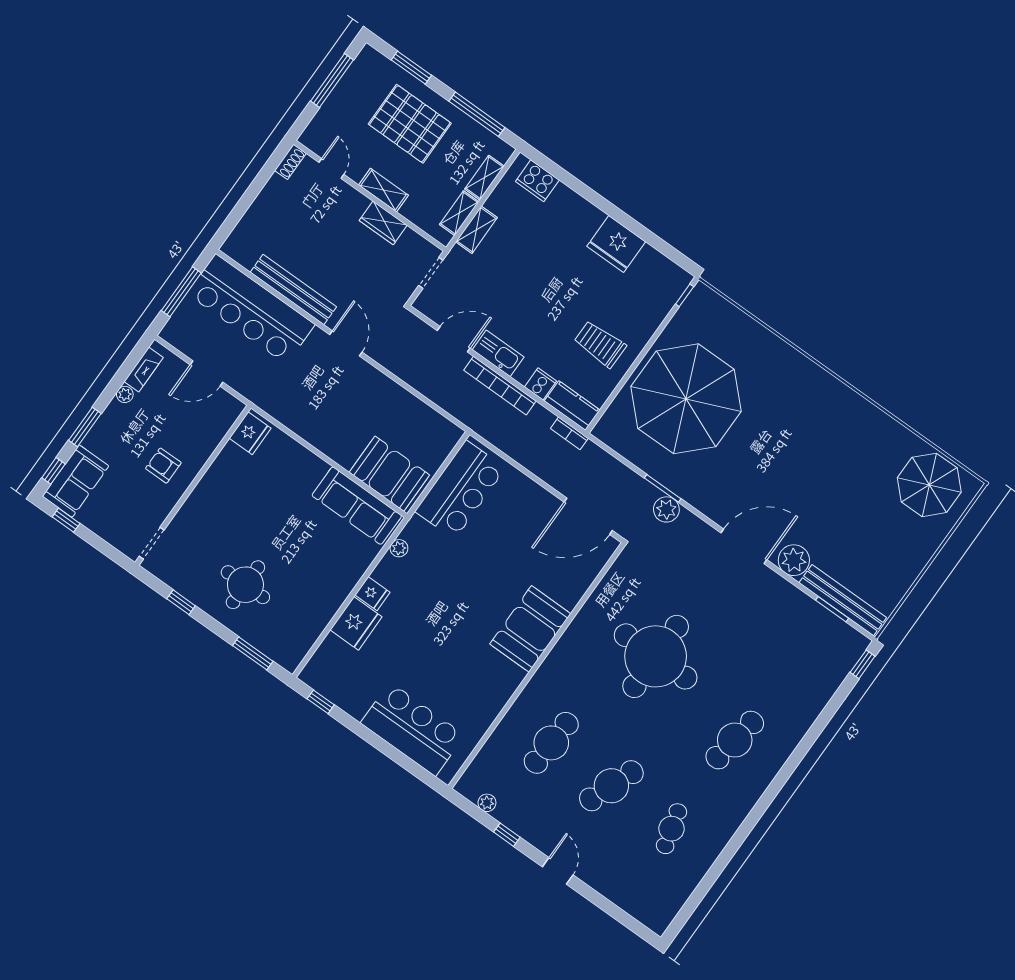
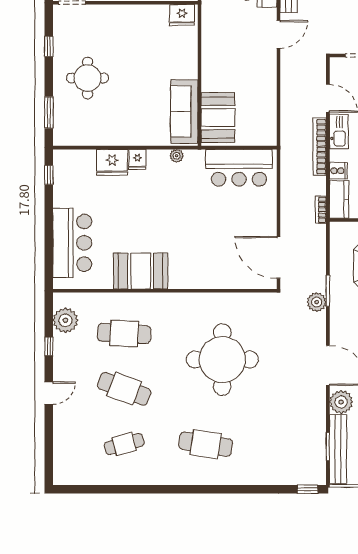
booth: (530, 629) -> (141, 271), moved
plant: (487, 803) -> (65, 320), width x1.87, depth x1.87

